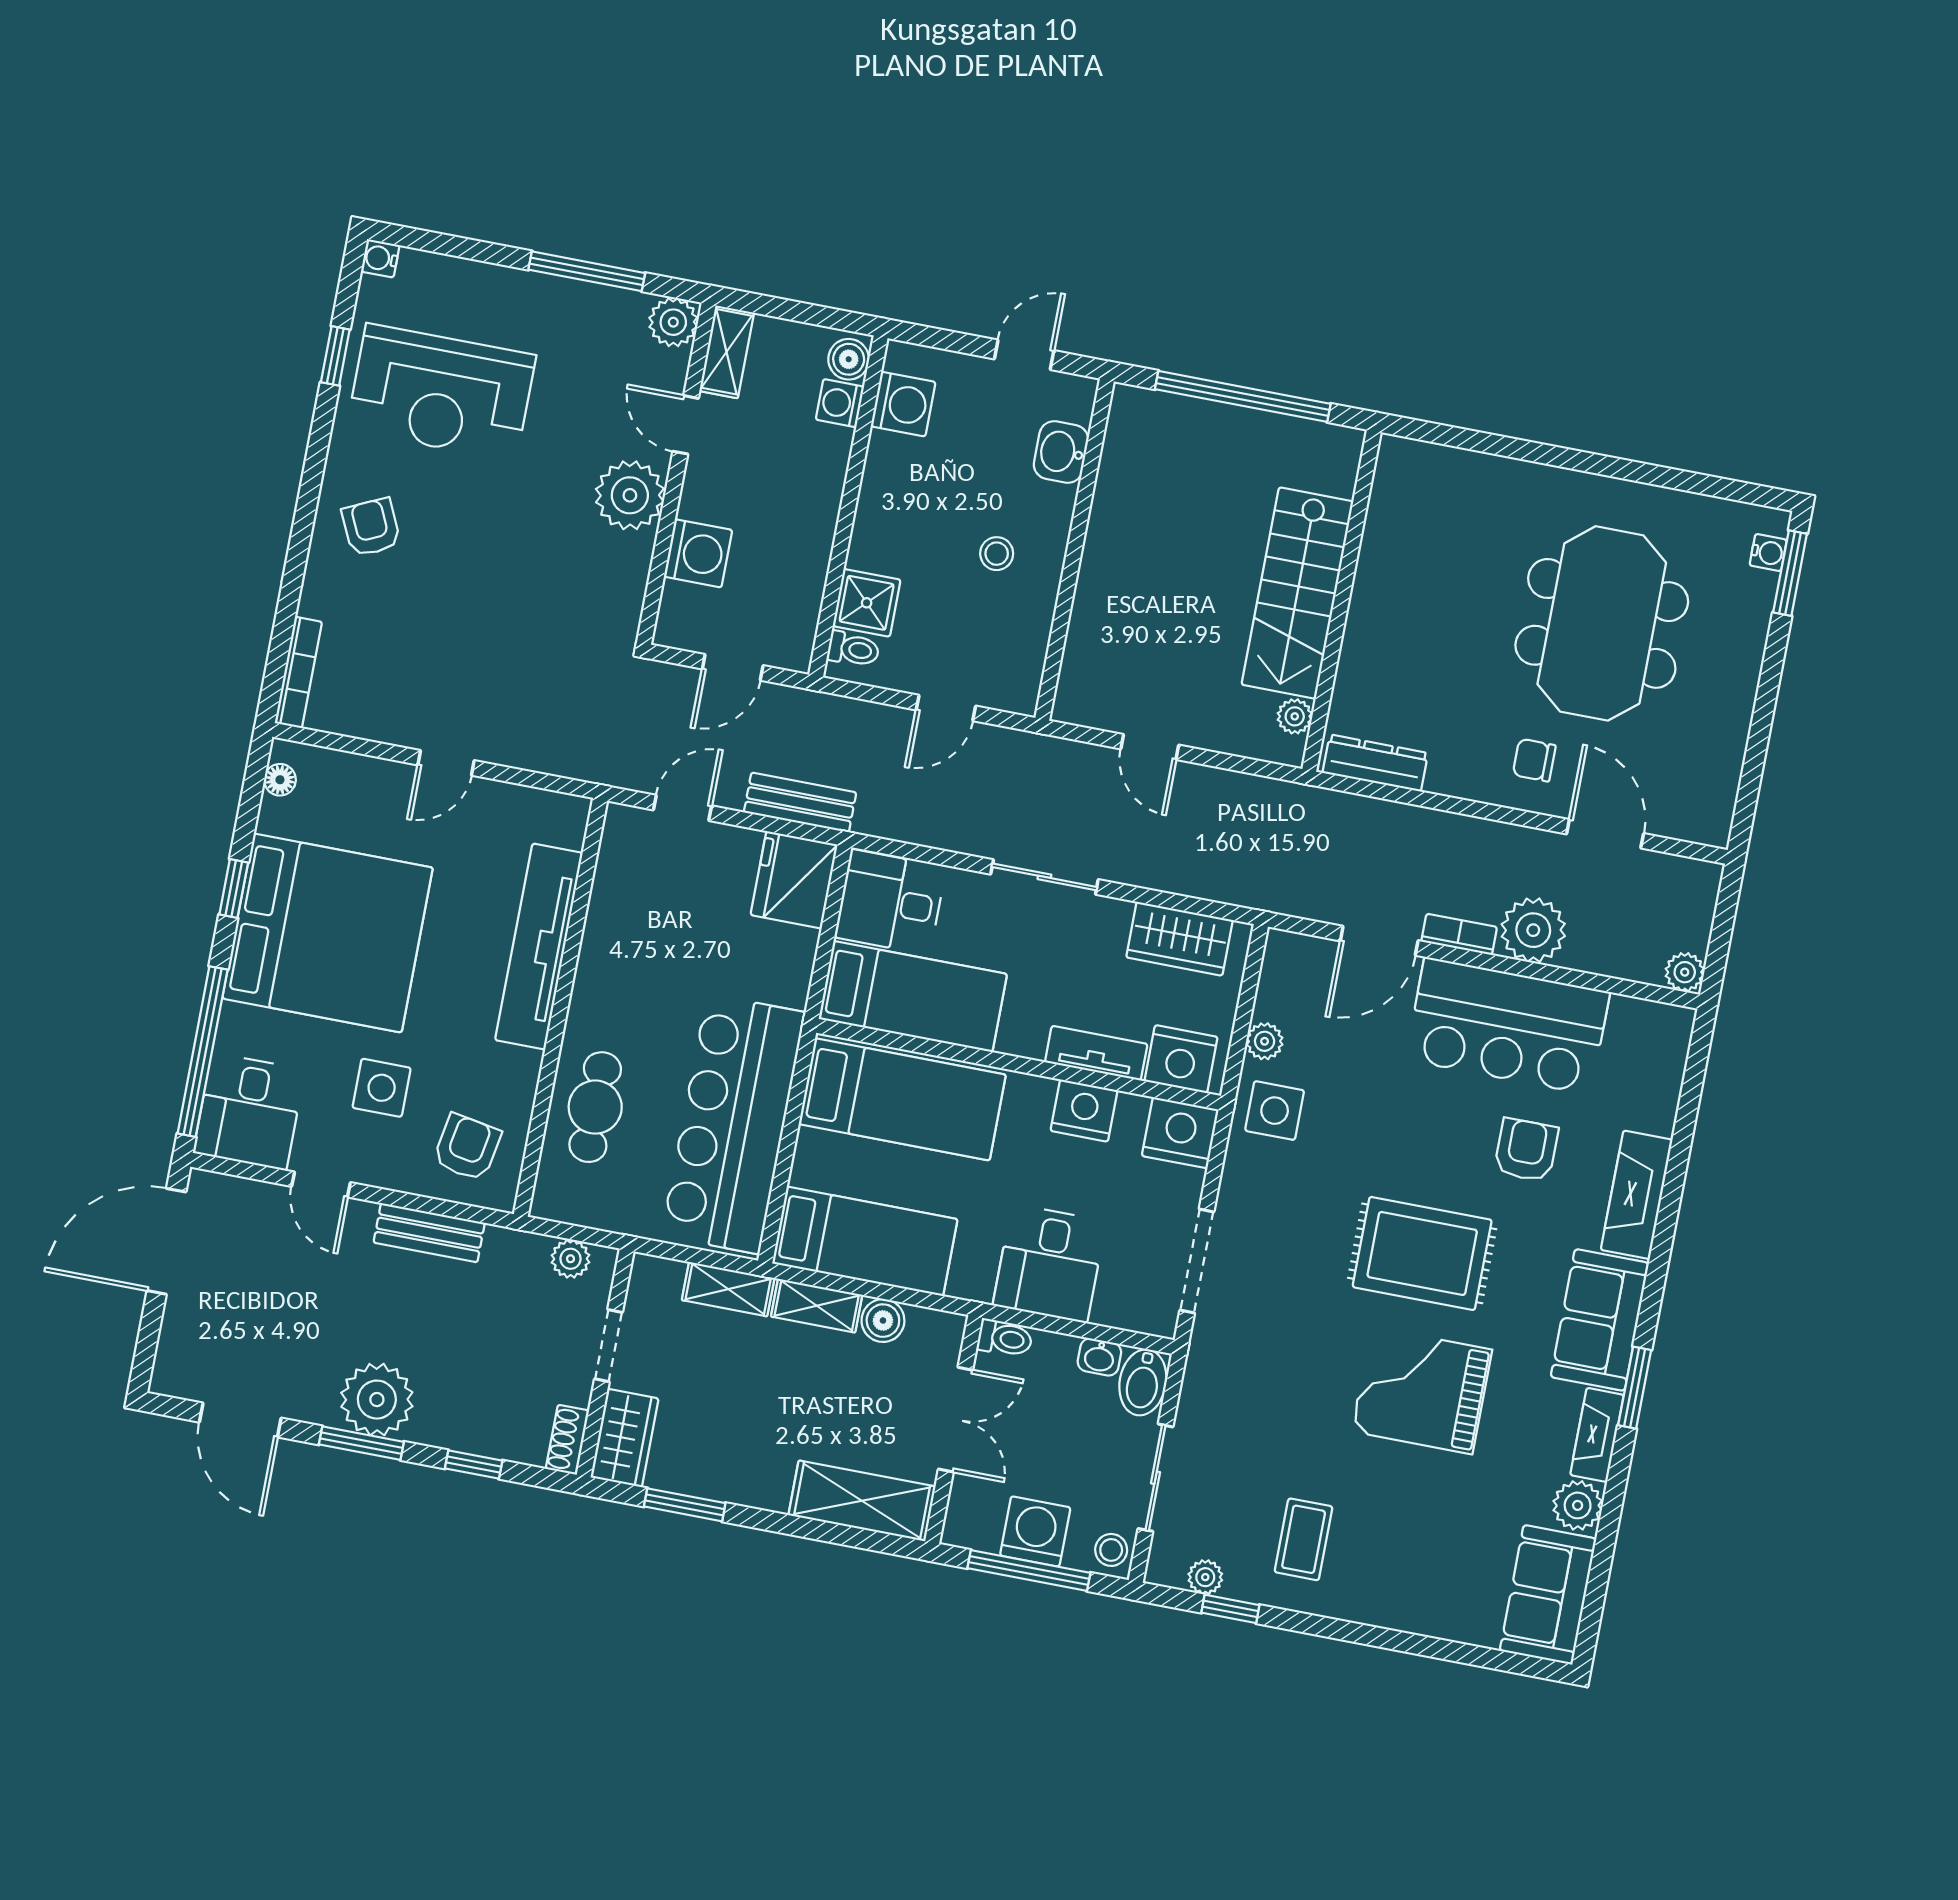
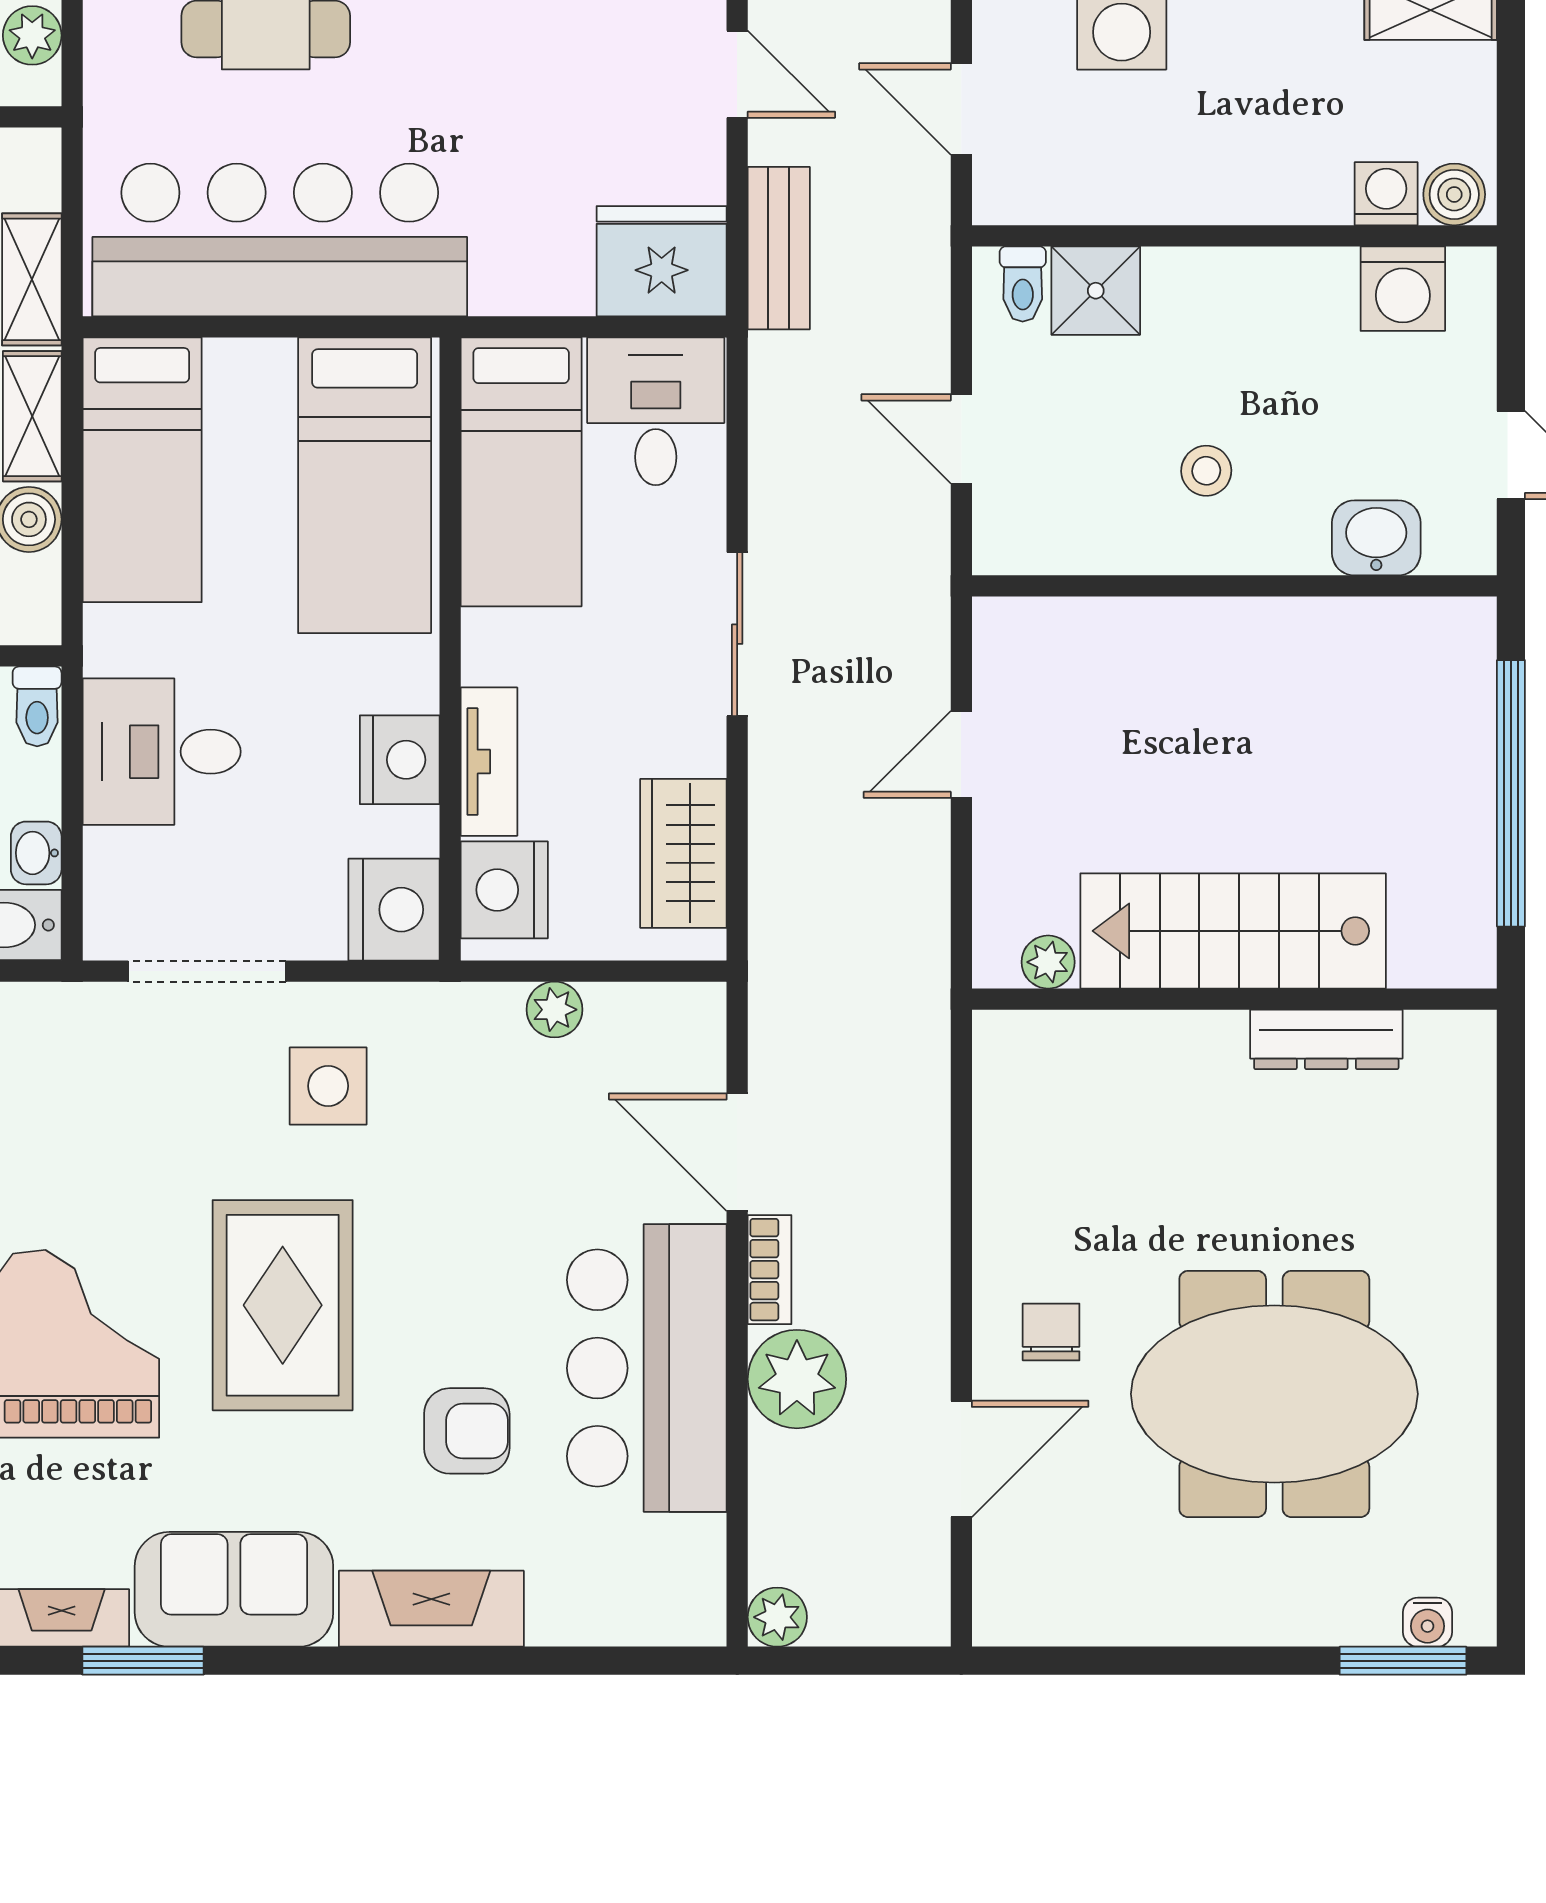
dresser: (1375, 763) -> (1326, 1039), moved, turned 90
side table: (1275, 1111) -> (328, 1086), moved

